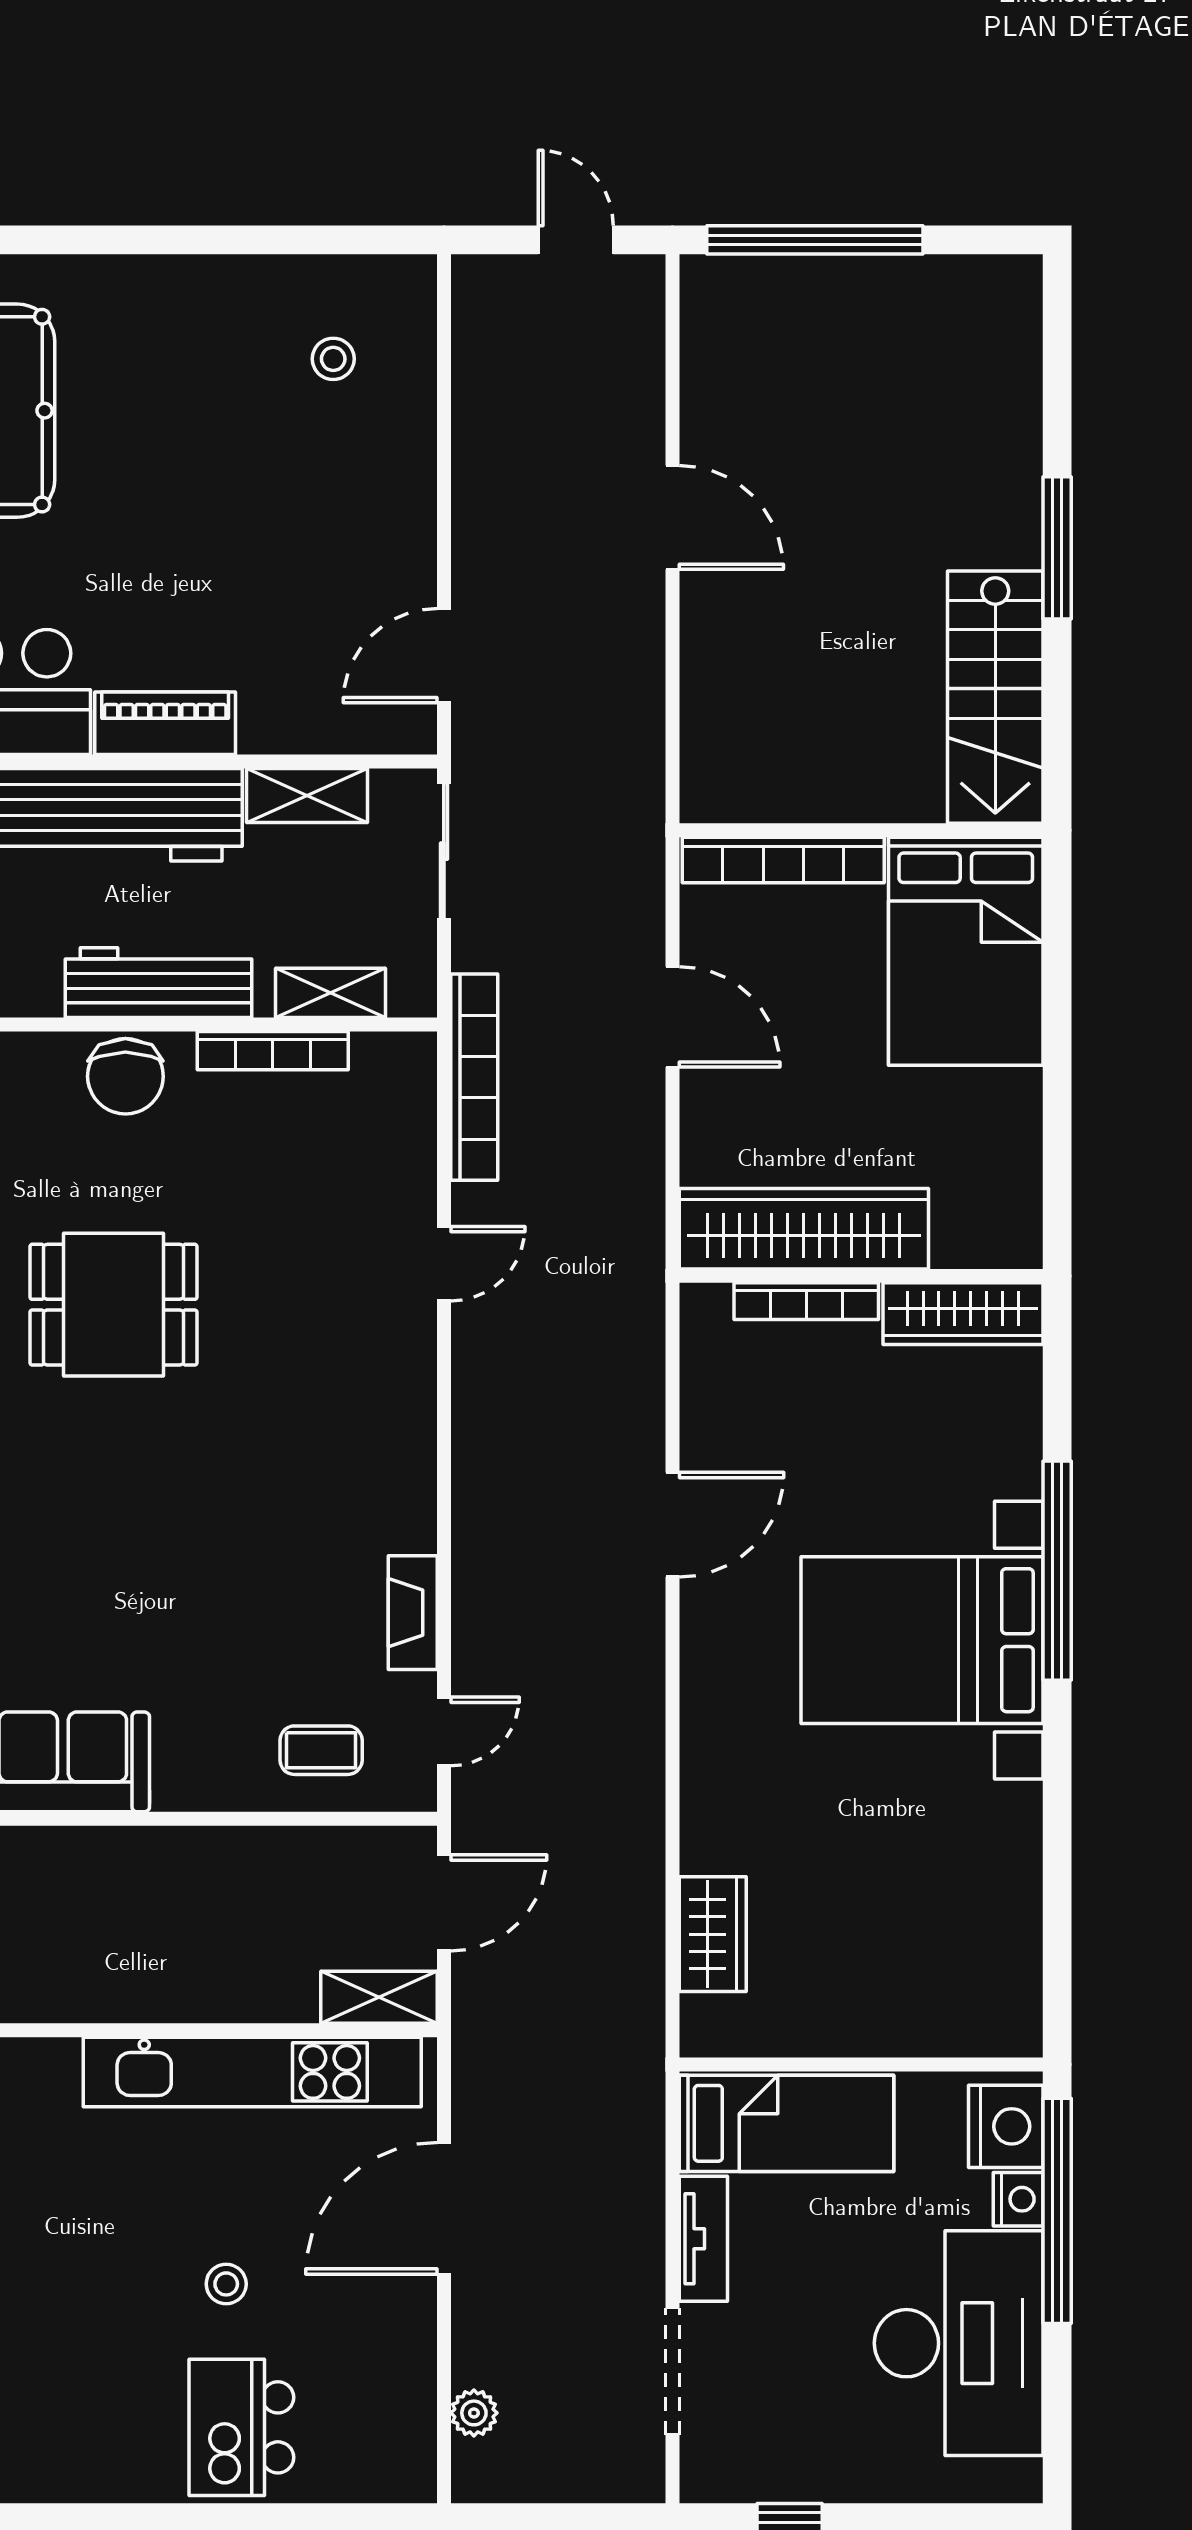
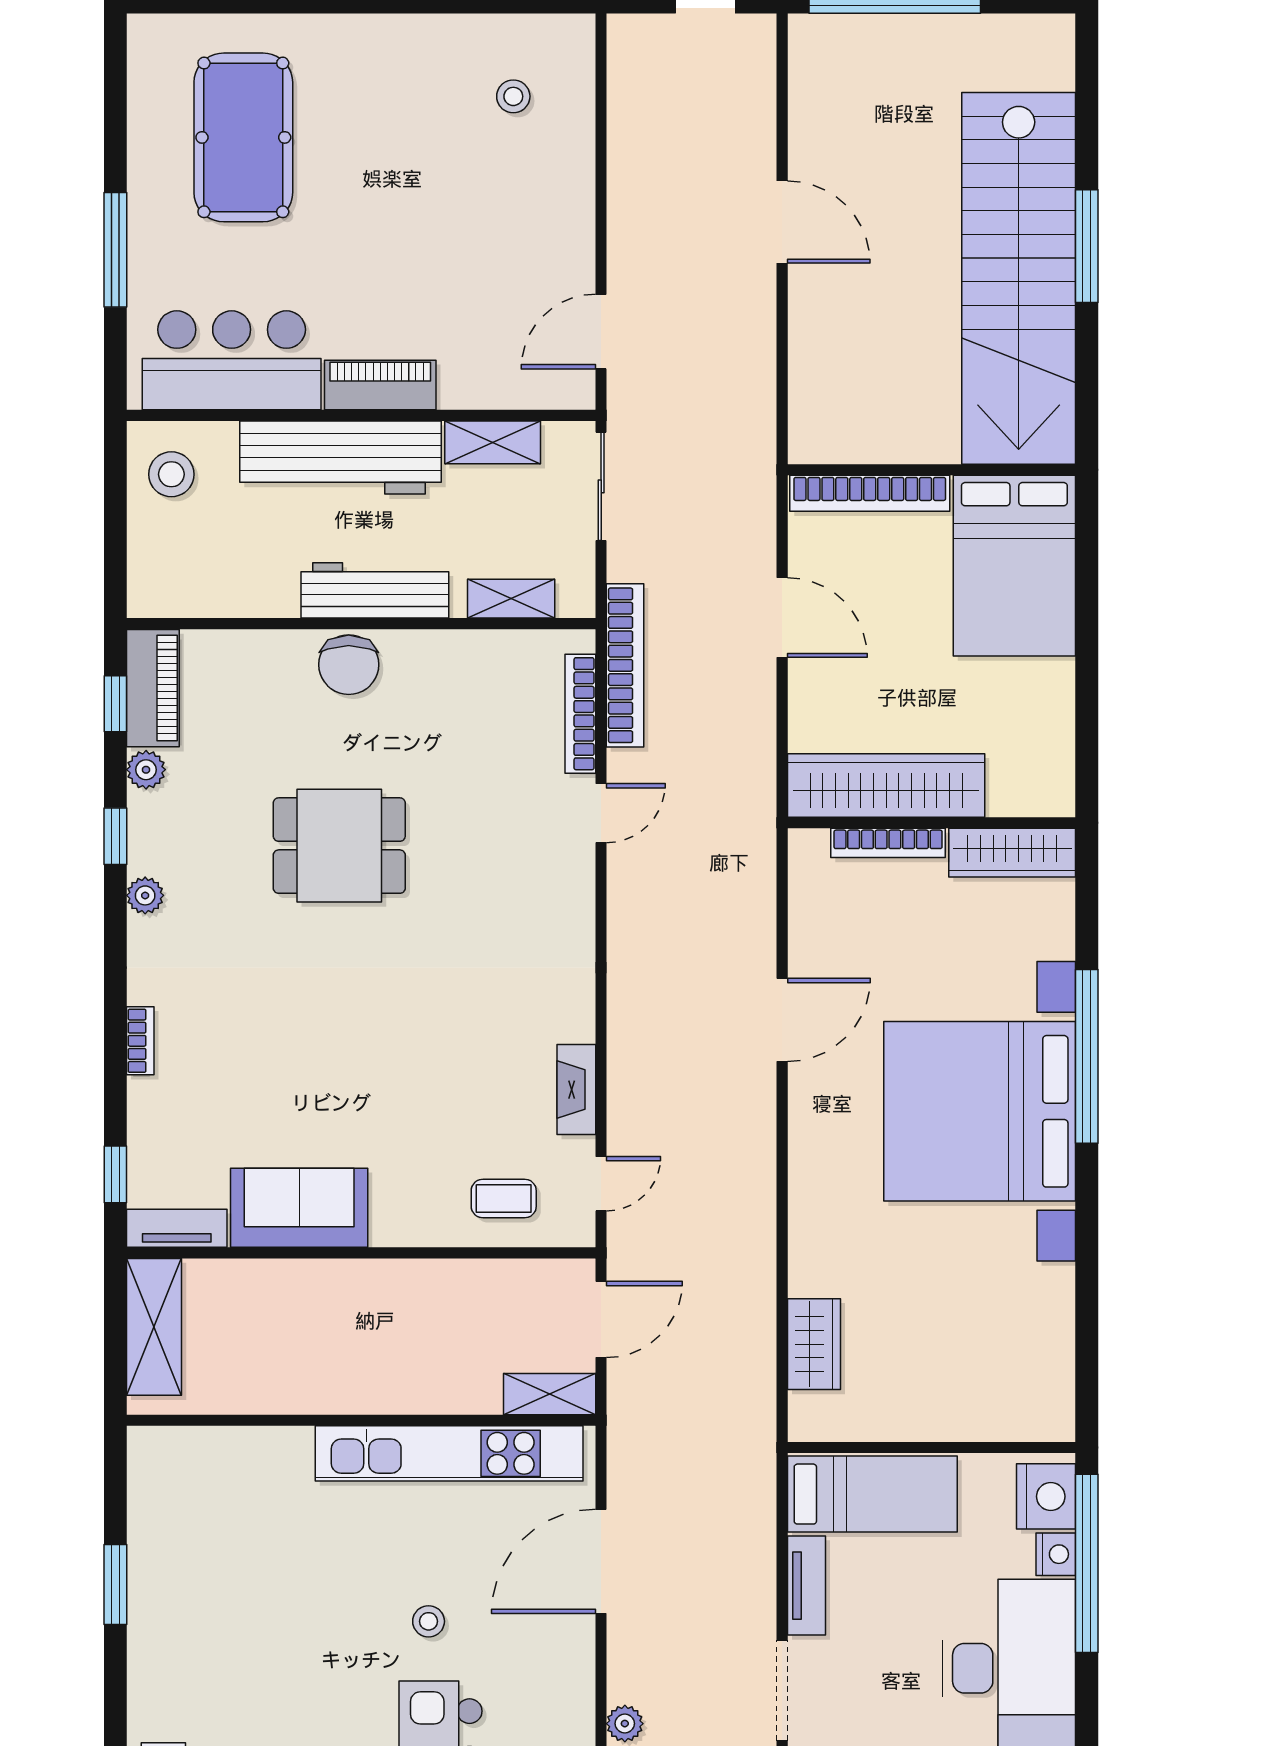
stairs: (995, 697) -> (1019, 278), width x1.86, depth x1.51
bookcase: (273, 1051) -> (580, 714), moved, turned 90
bed with nightstands: (922, 1640) -> (980, 1111), width x1.36

